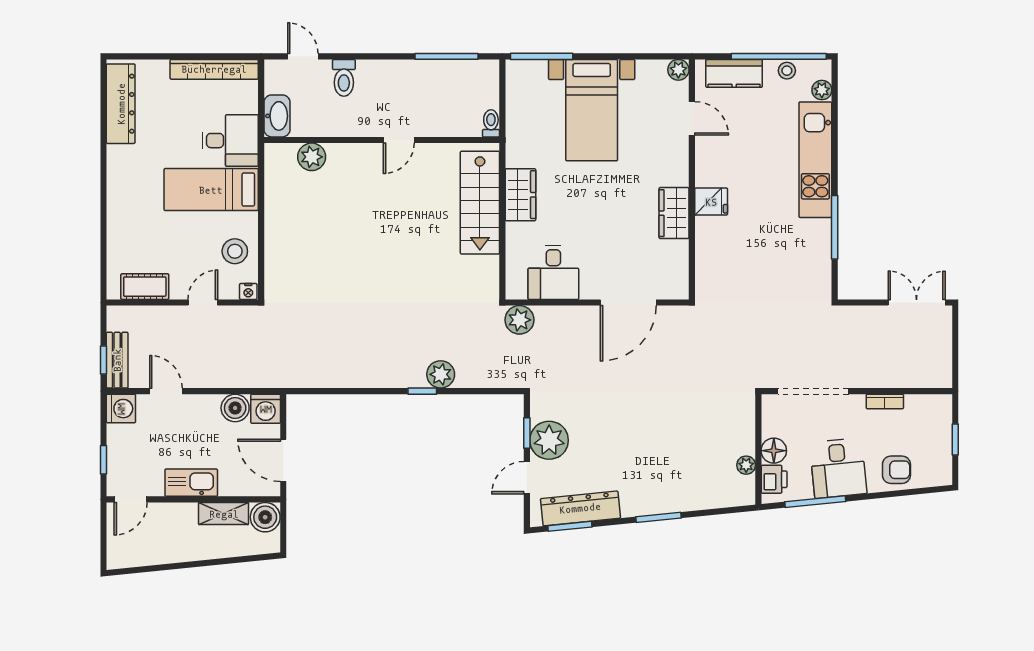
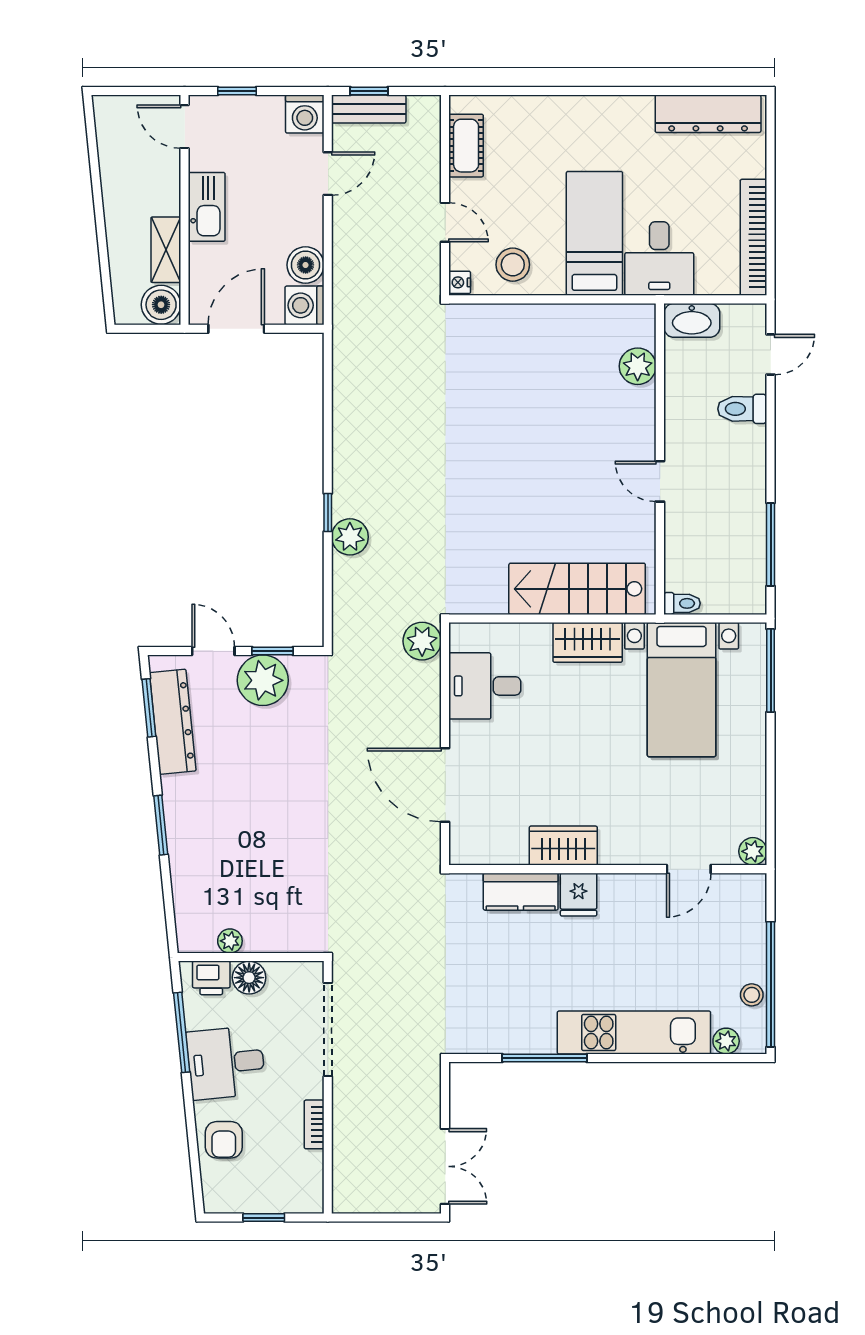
kitchen counter: (734, 73) -> (521, 892), moved, turned -90
bed with nightstands: (592, 110) -> (682, 690), moved, turned -90

